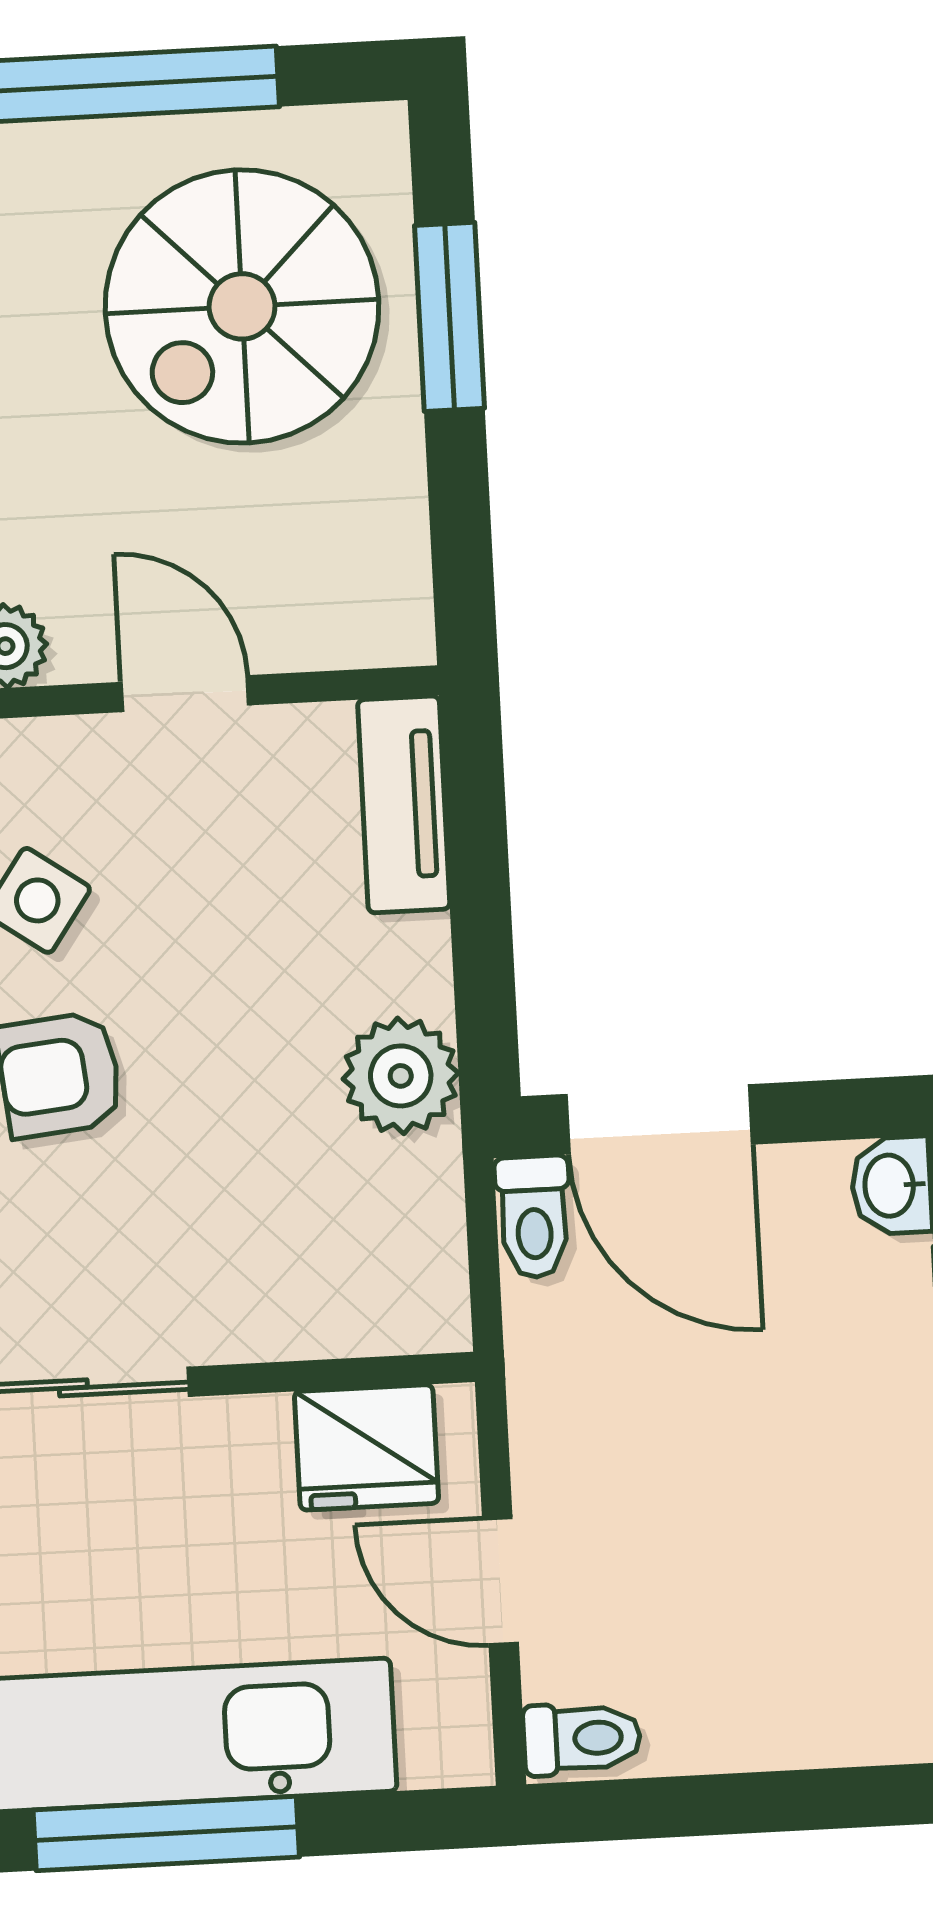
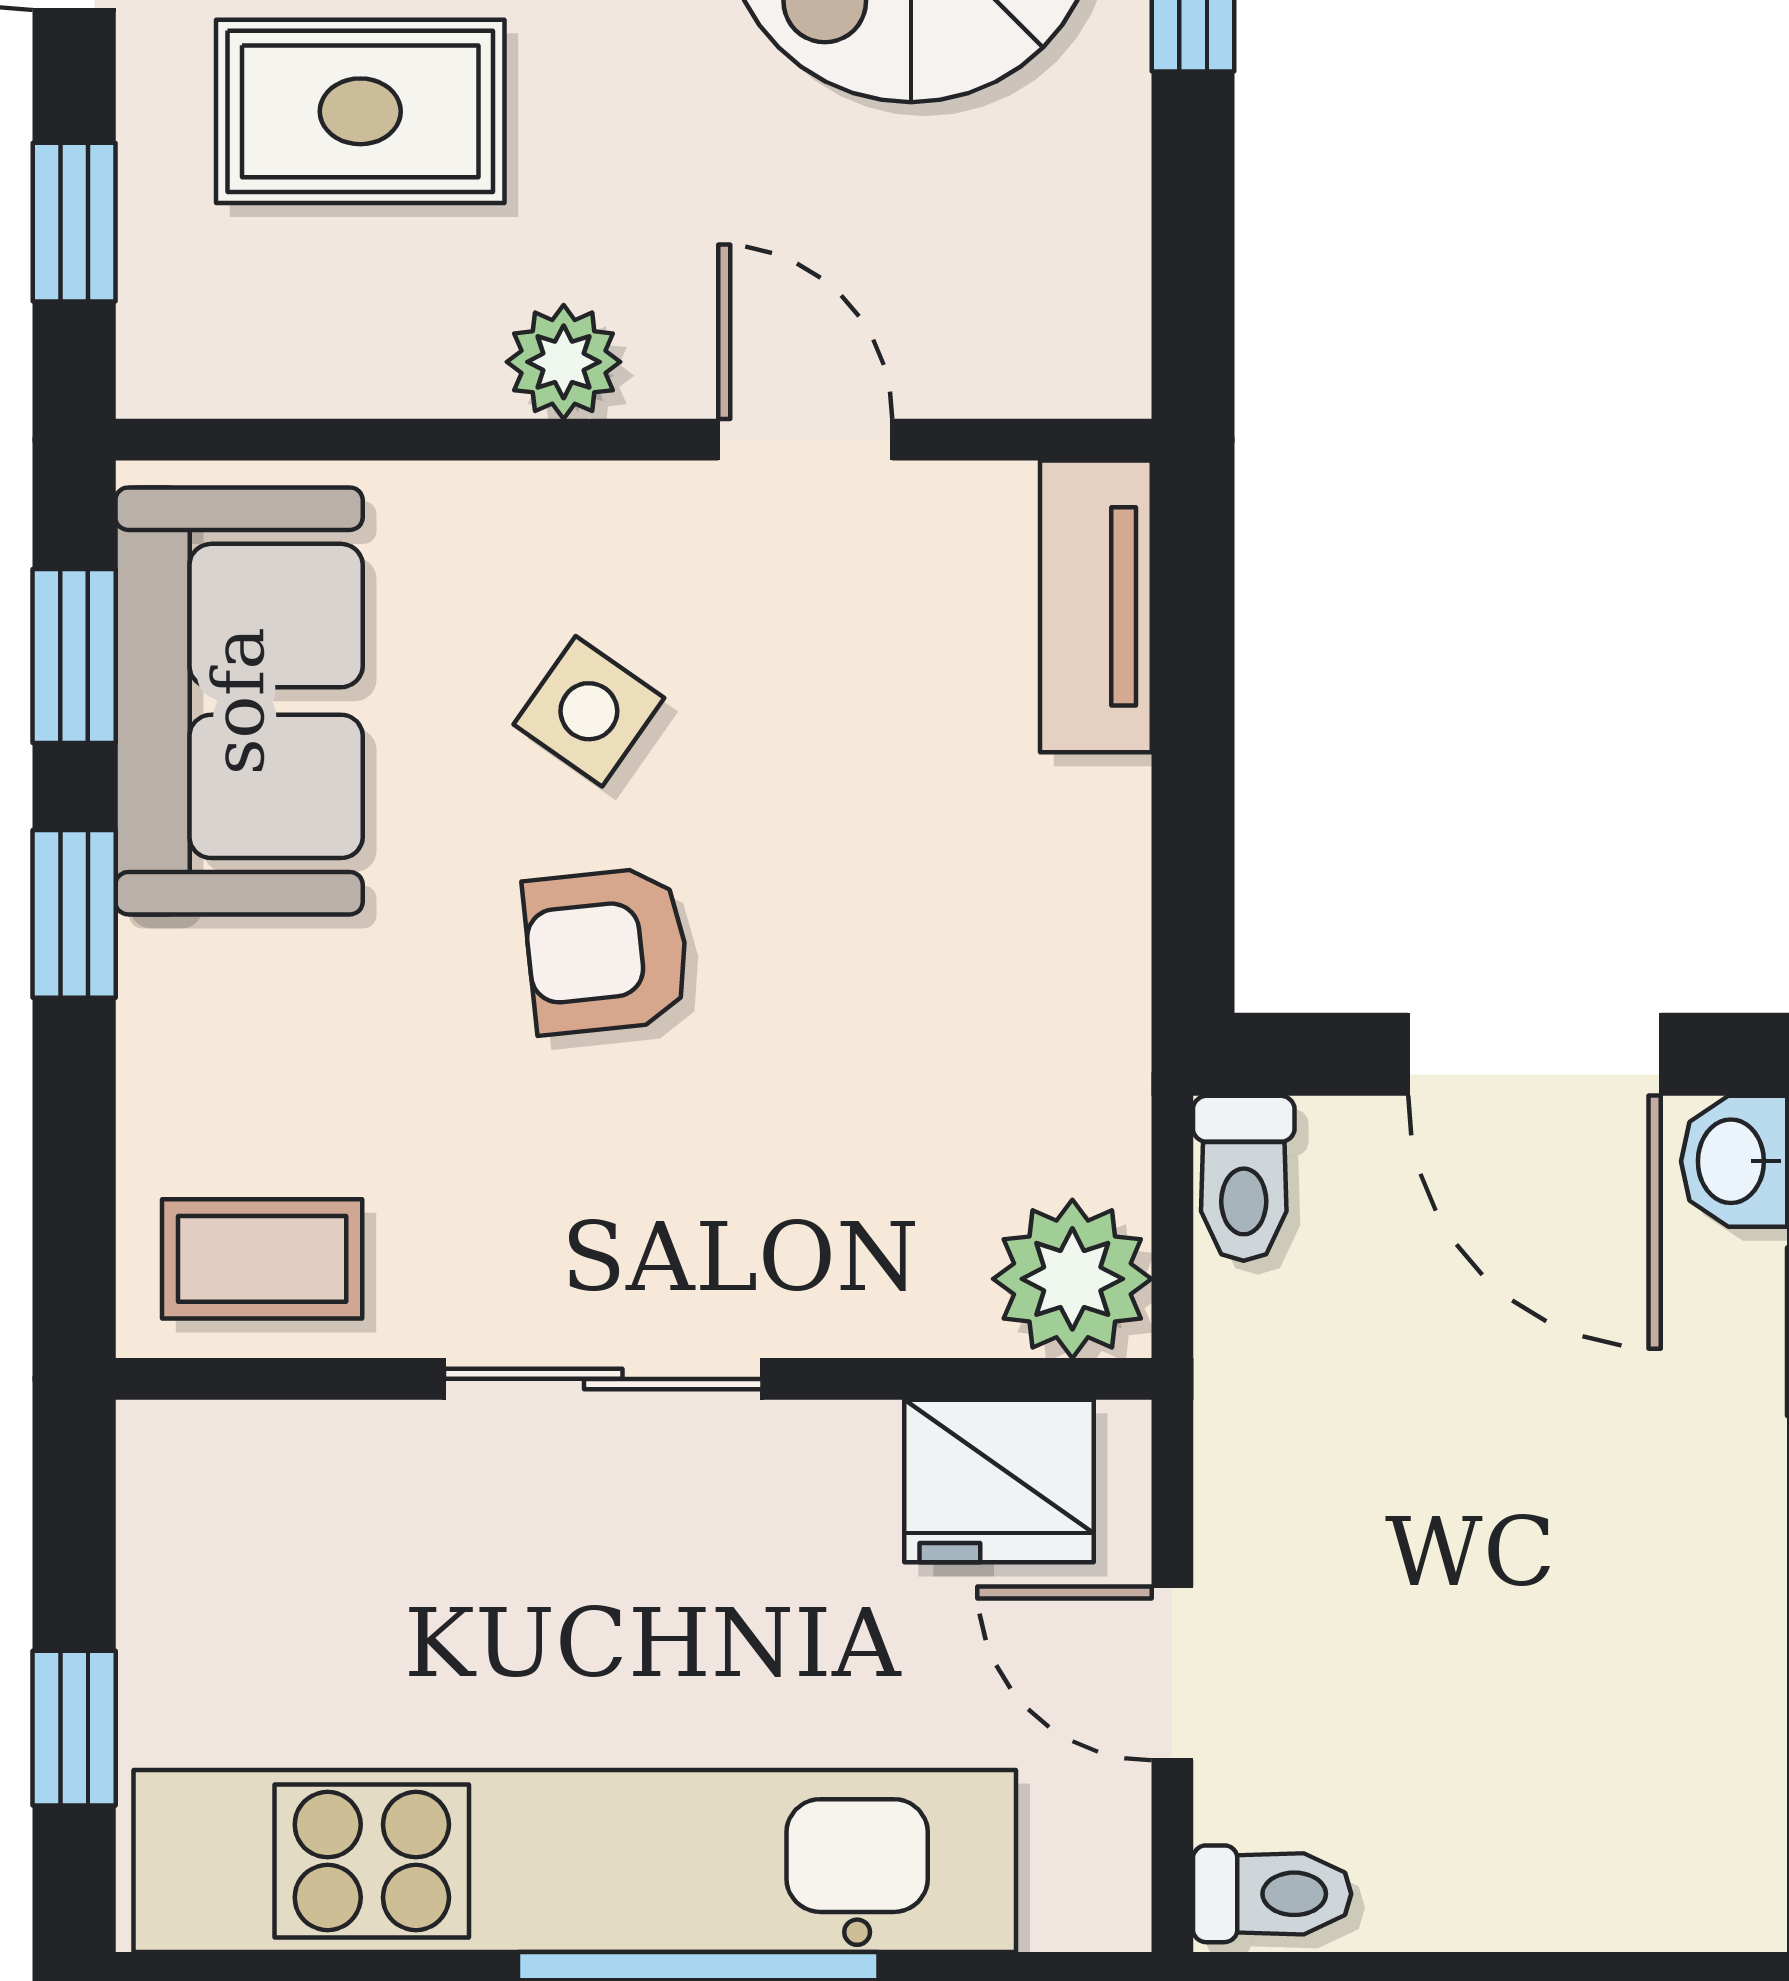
plant: (401, 1076) -> (1072, 1279), moved
door: (659, 1119) -> (1534, 1054), moved

